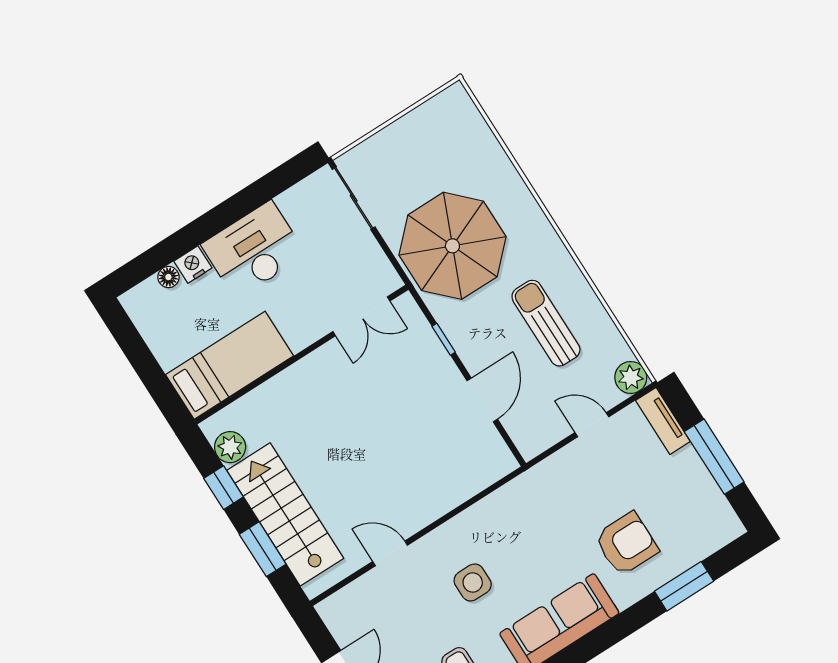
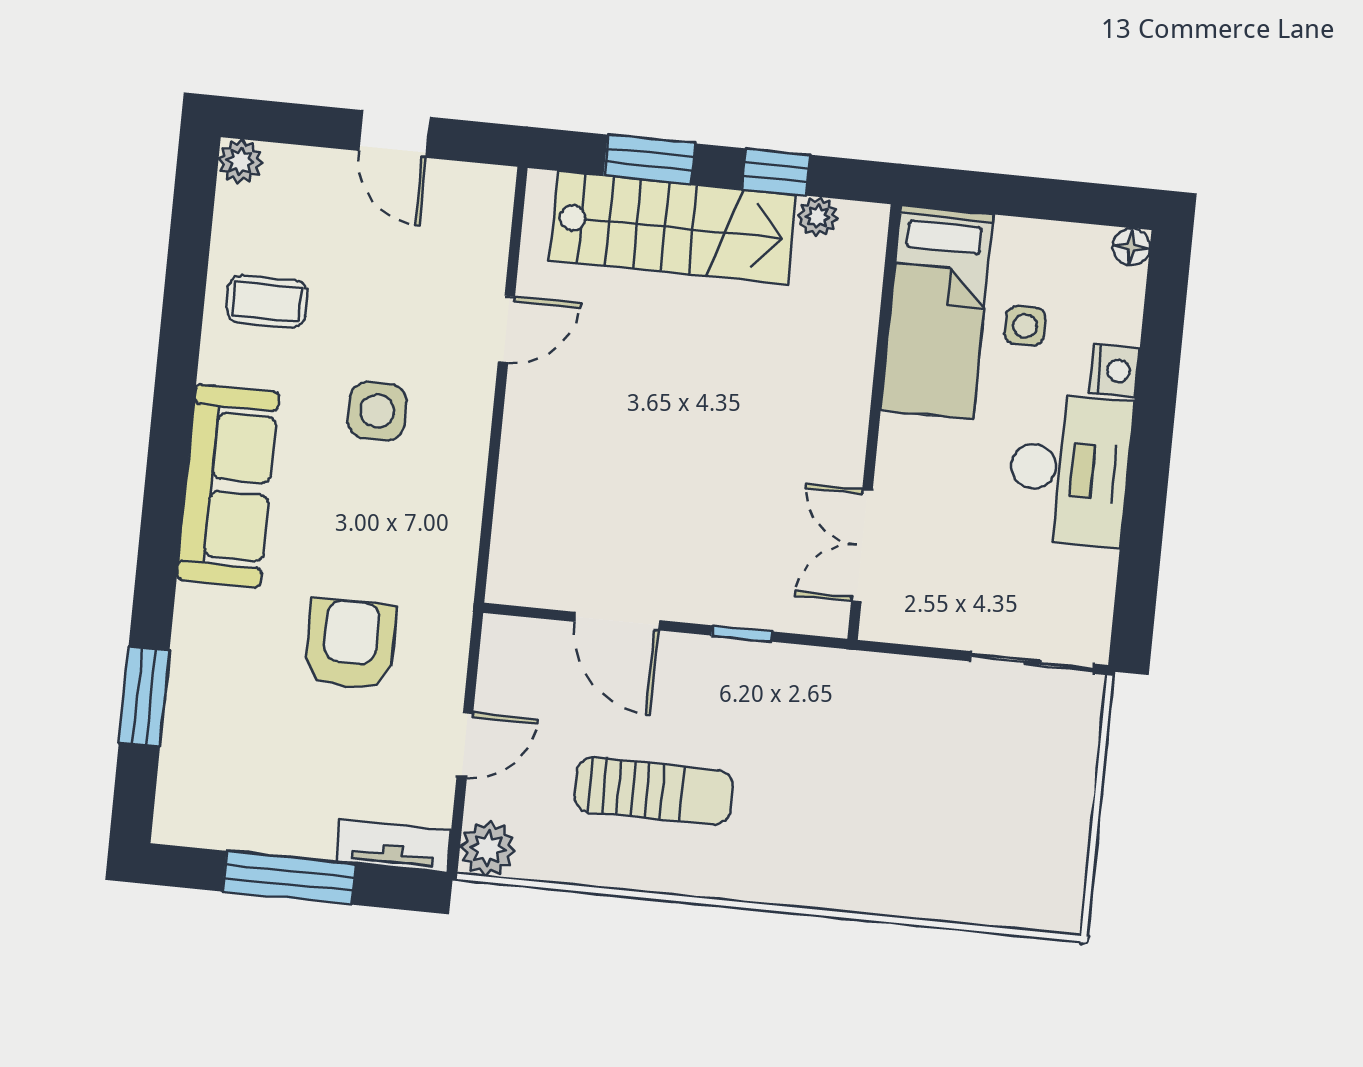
parasol: (452, 246) -> (860, 746), removed
floor lamp: (168, 277) -> (1131, 247), moved
side table: (205, 321) -> (1025, 326), added
plant: (230, 447) -> (818, 217), width x0.73, depth x0.73
armchair: (626, 544) -> (350, 644), moved, turned 180

